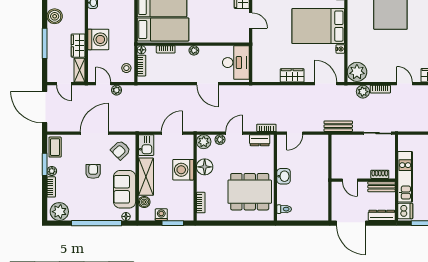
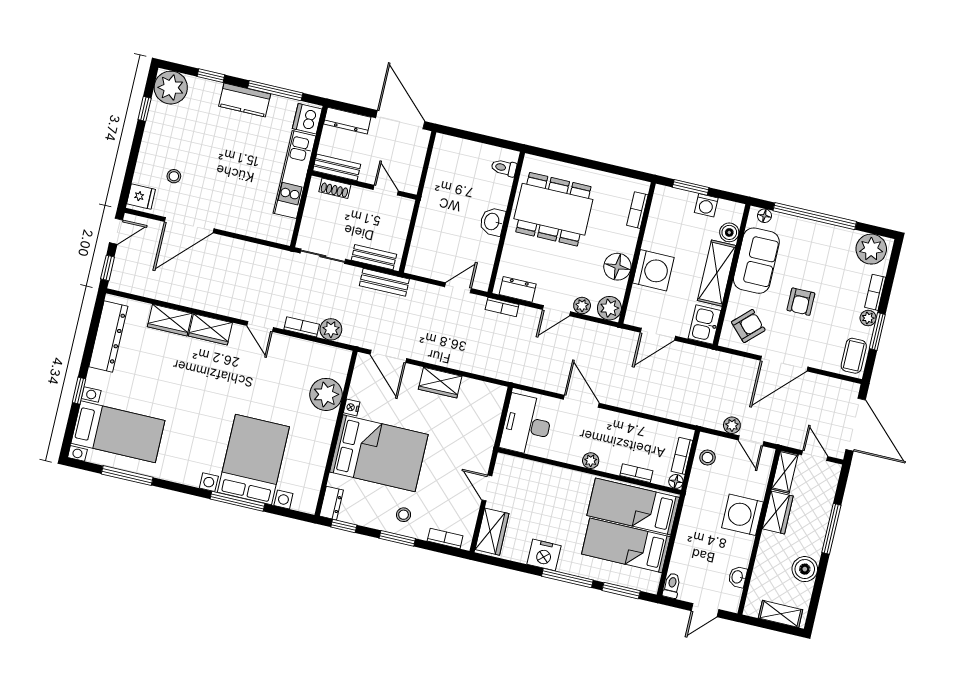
plant: (357, 72) -> (326, 394), moved
bench: (348, 139) -> (374, 257), added

